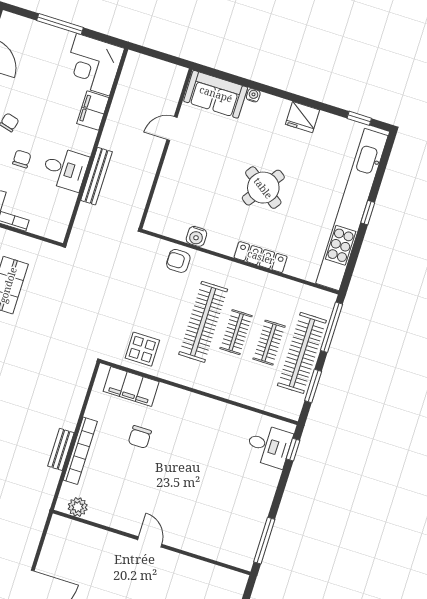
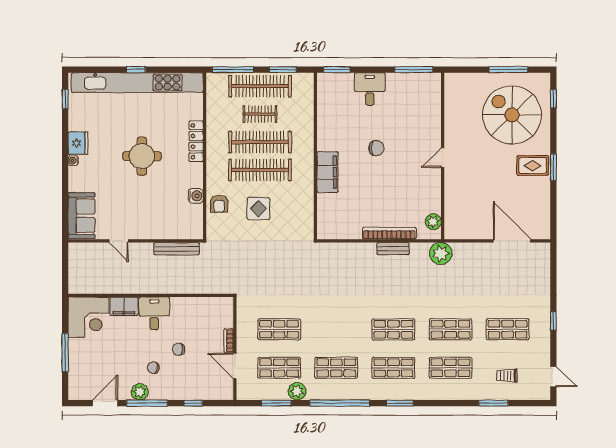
water cooler: (253, 95) -> (73, 161), moved
desk: (65, 169) -> (154, 313), moved
bench: (96, 176) -> (177, 249), moved
round table: (263, 188) -> (142, 156), turned -35
clothes rail: (236, 332) -> (260, 142), width x1.86, depth x1.31
display table: (142, 349) -> (258, 209), moved
filing cabinet: (131, 387) -> (327, 172), moved
chair: (140, 437) -> (376, 148), moved
desk: (269, 446) -> (370, 89), moved
window: (293, 450) -> (337, 70), width x1.50
plant: (37, 504) -> (441, 254), added

